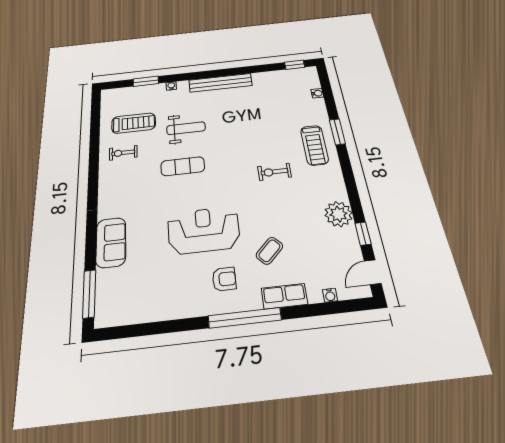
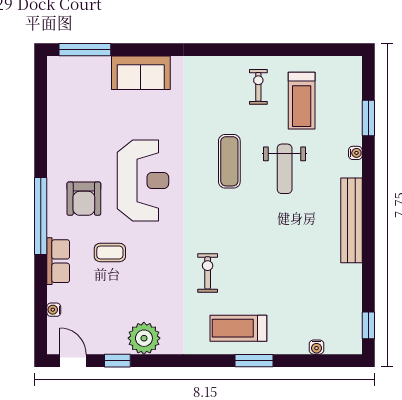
coffee table: (269, 251) -> (110, 252), turned -46
armchair: (224, 279) -> (84, 199), width x1.38, depth x1.38

